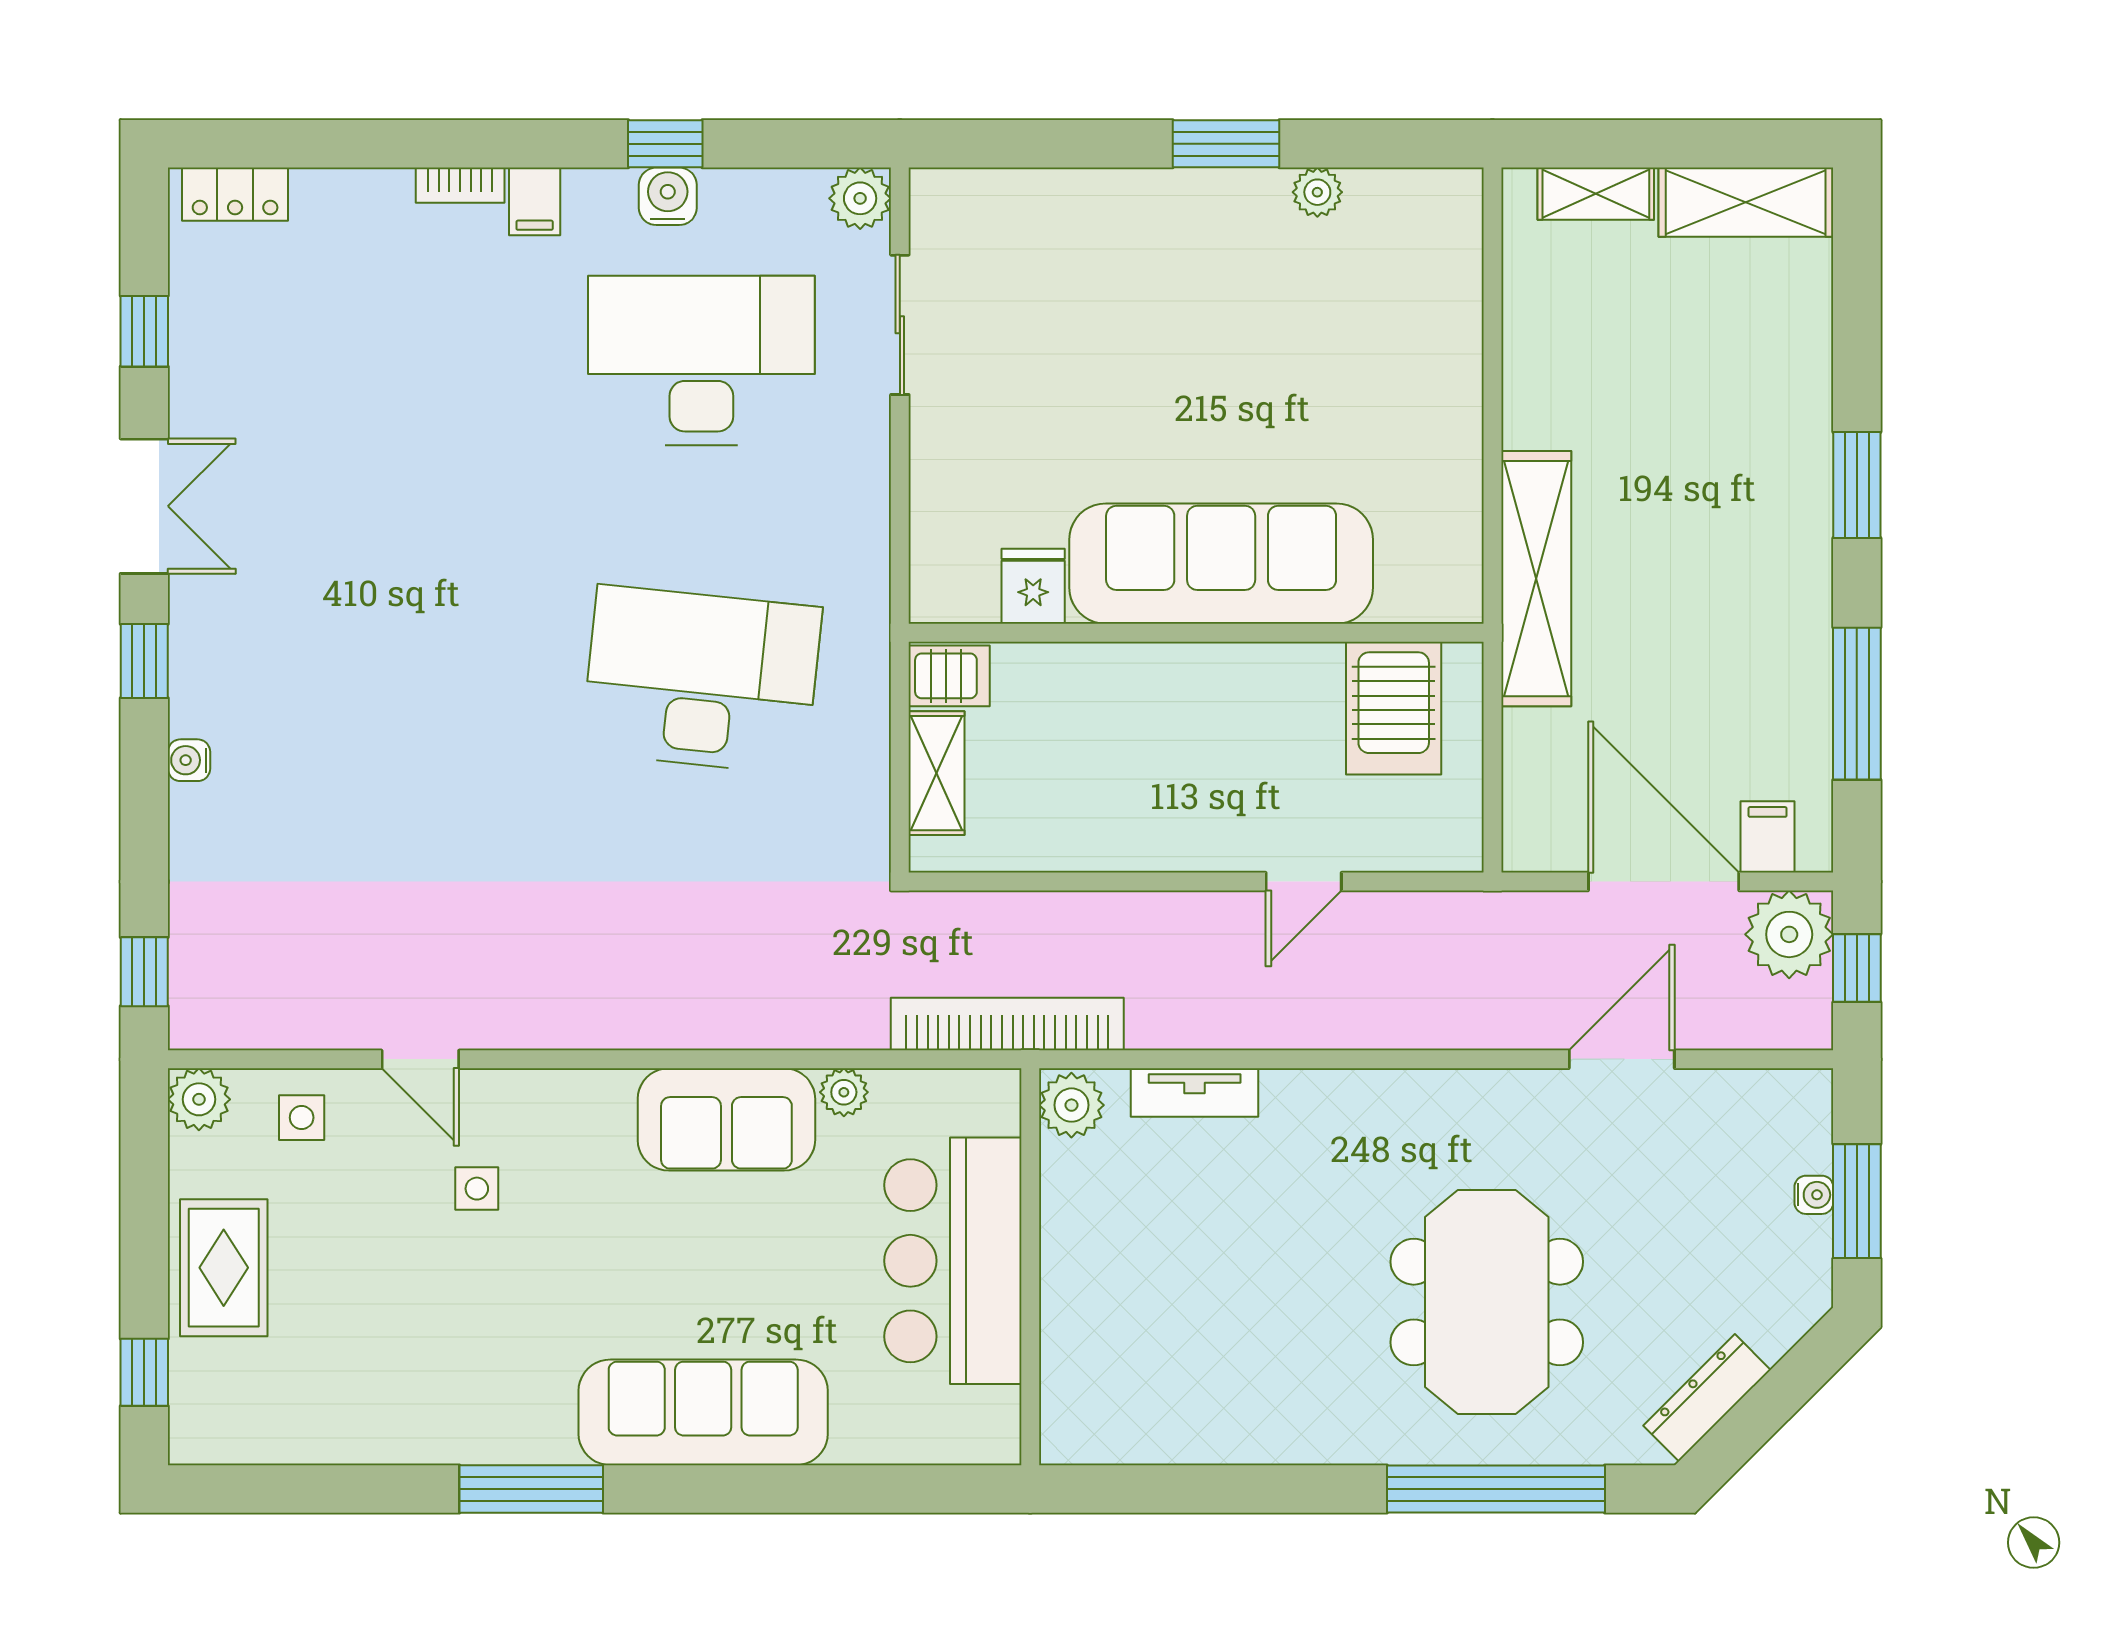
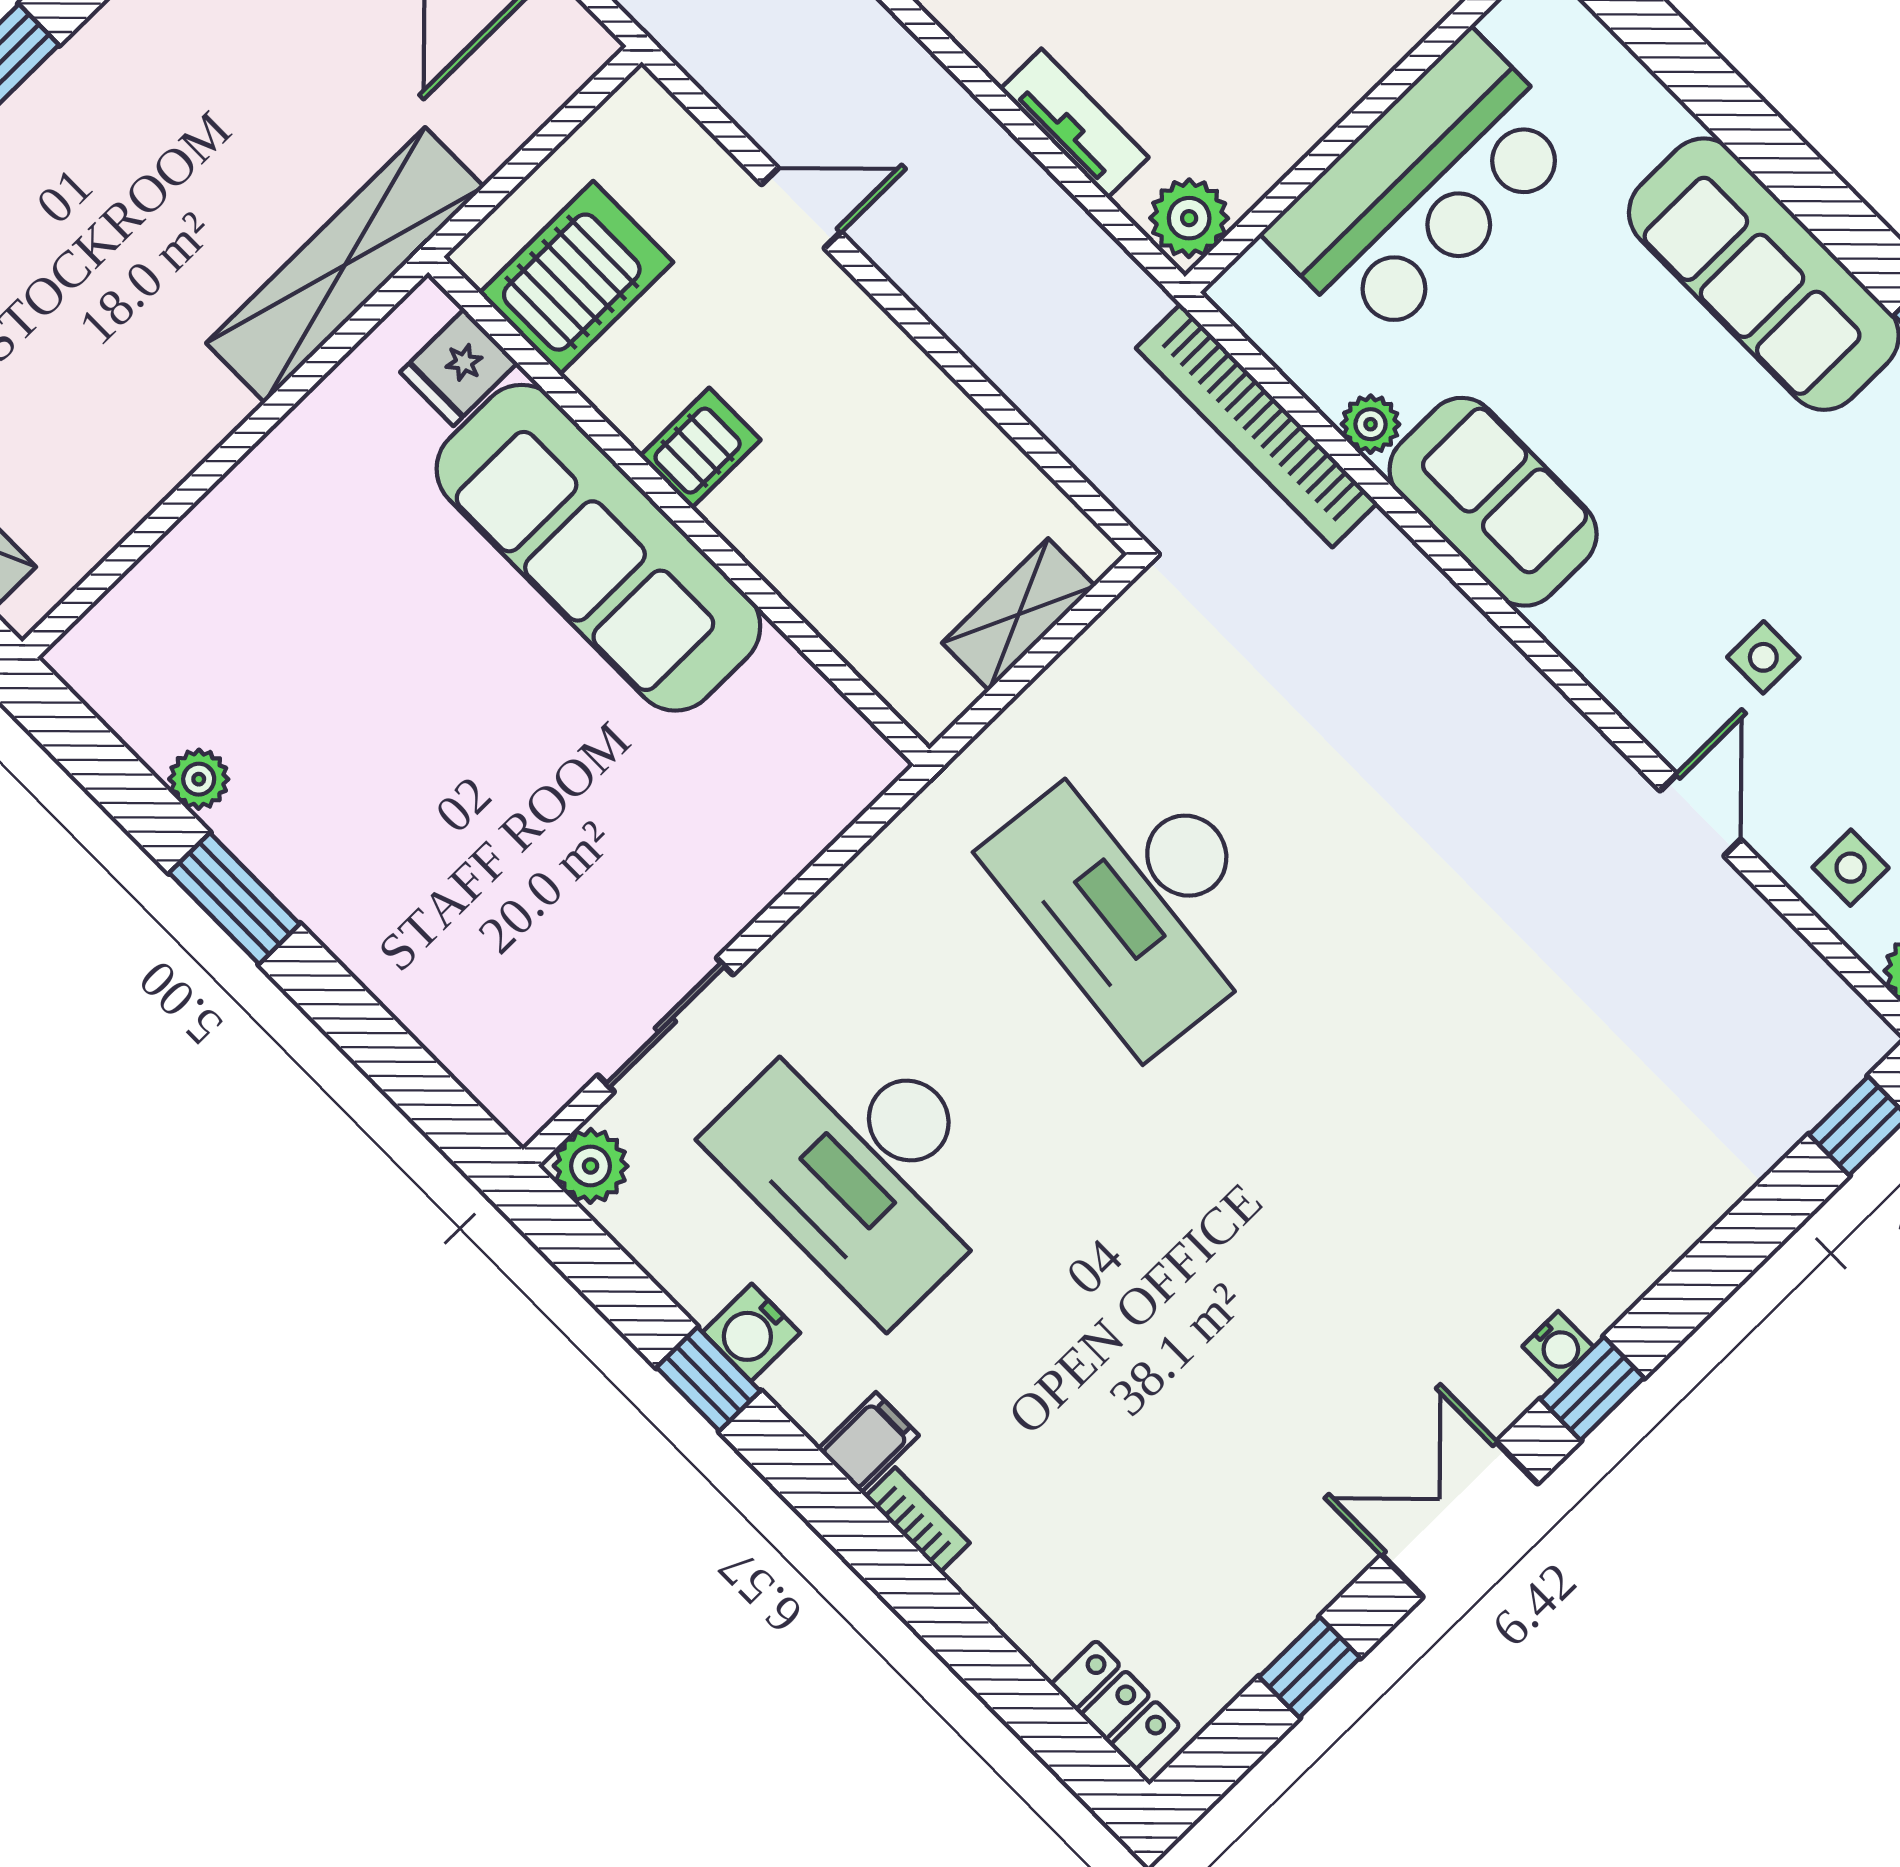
fridge: (1033, 586) -> (459, 367), moved
server rack: (949, 676) -> (700, 448), moved, turned 90
water cooler: (189, 760) -> (1558, 1347), moved
bookcase: (1007, 1024) -> (1257, 426), moved

